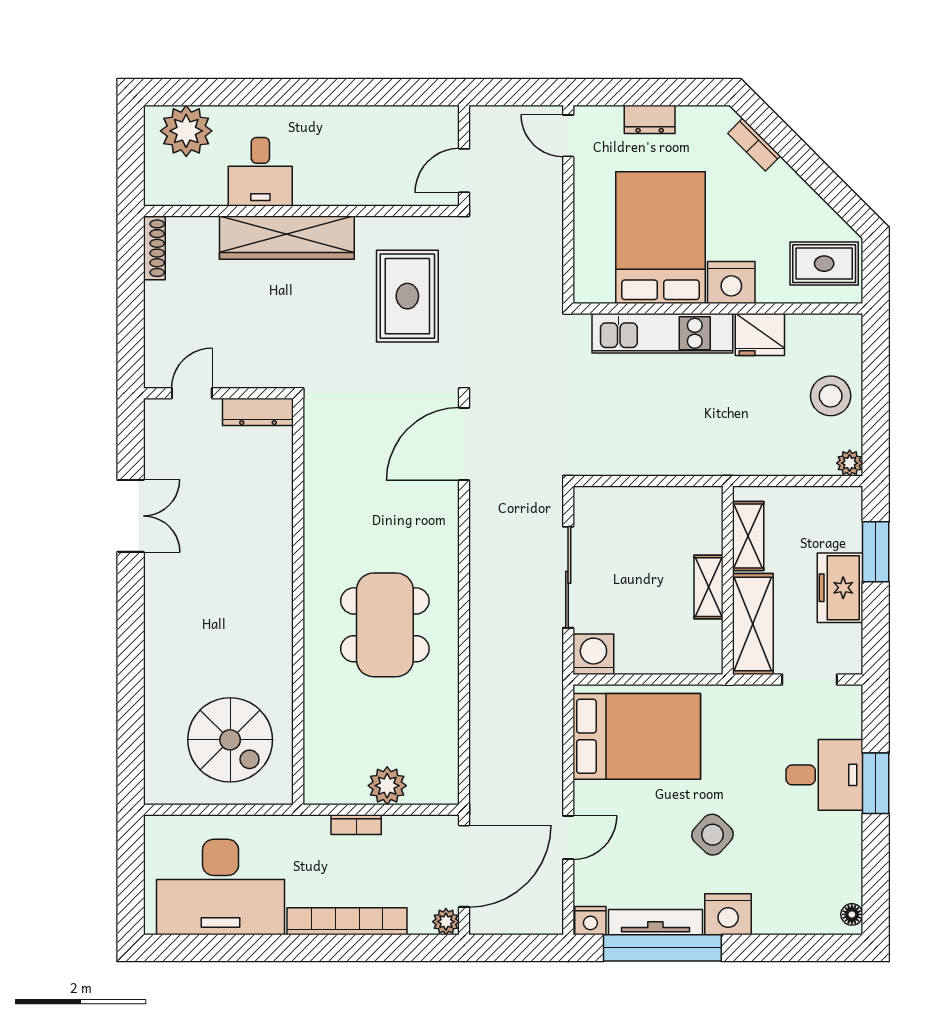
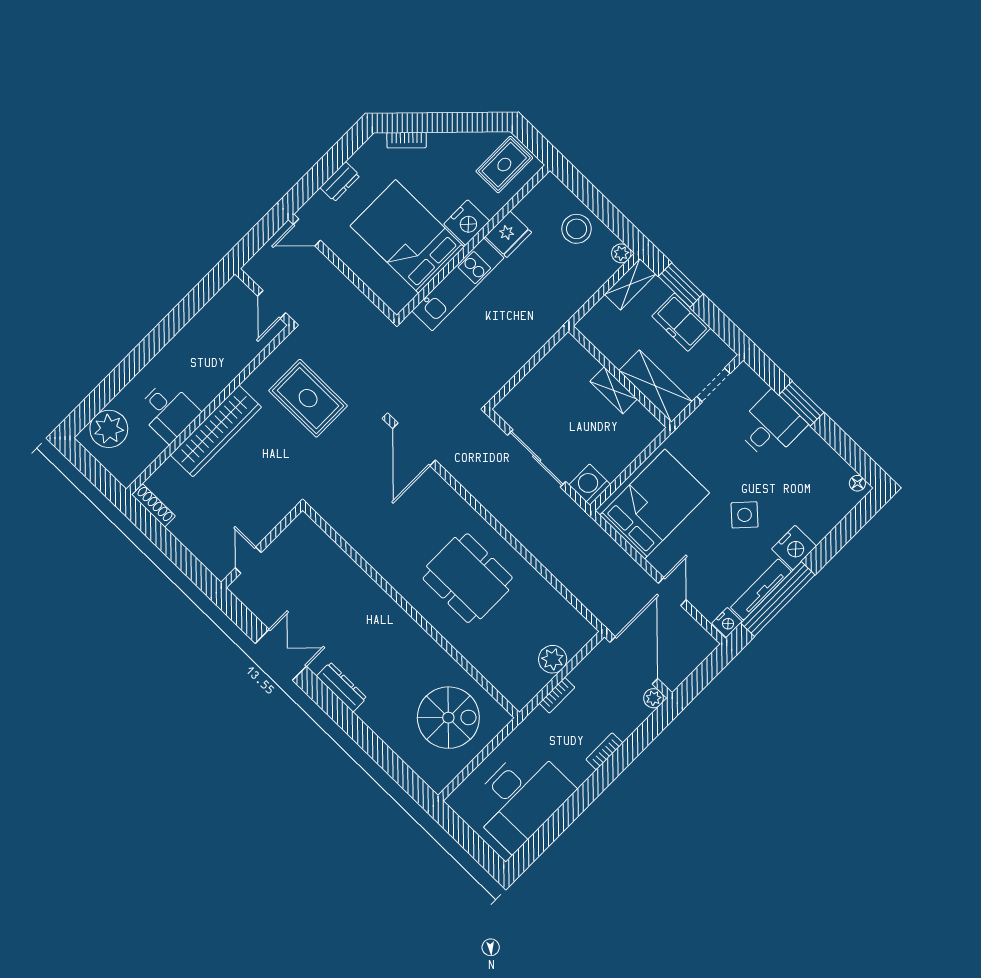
dresser: (258, 412) -> (342, 687), moved, turned -90
shelving: (748, 536) -> (630, 284), moved, turned 90
bookcase: (347, 921) -> (604, 751), width x0.43, depth x0.76

